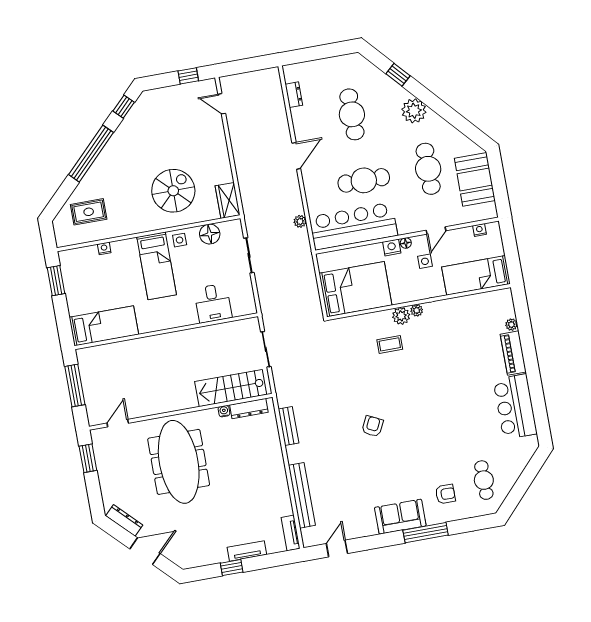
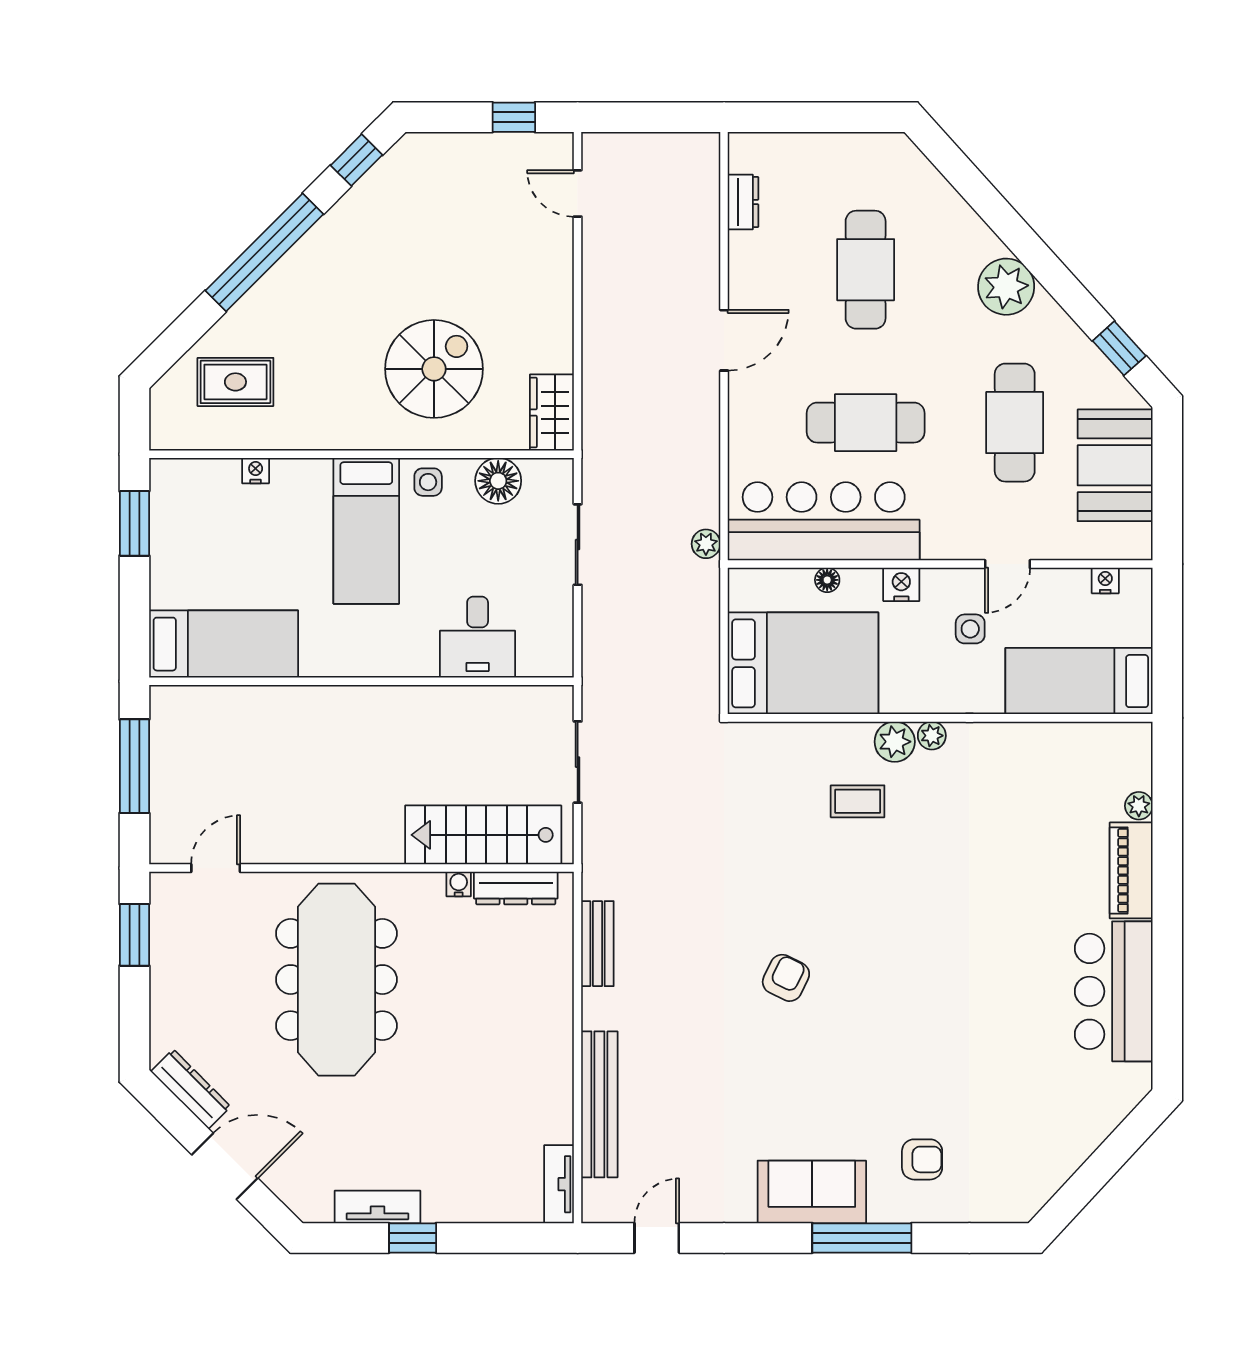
window: (398, 75) -> (1119, 348), moved
plant: (300, 221) -> (706, 544), moved
floor lamp: (406, 243) -> (827, 580), moved
cafe table: (484, 480) -> (1014, 1144), removed
tv unit: (247, 551) -> (377, 1207), moved

